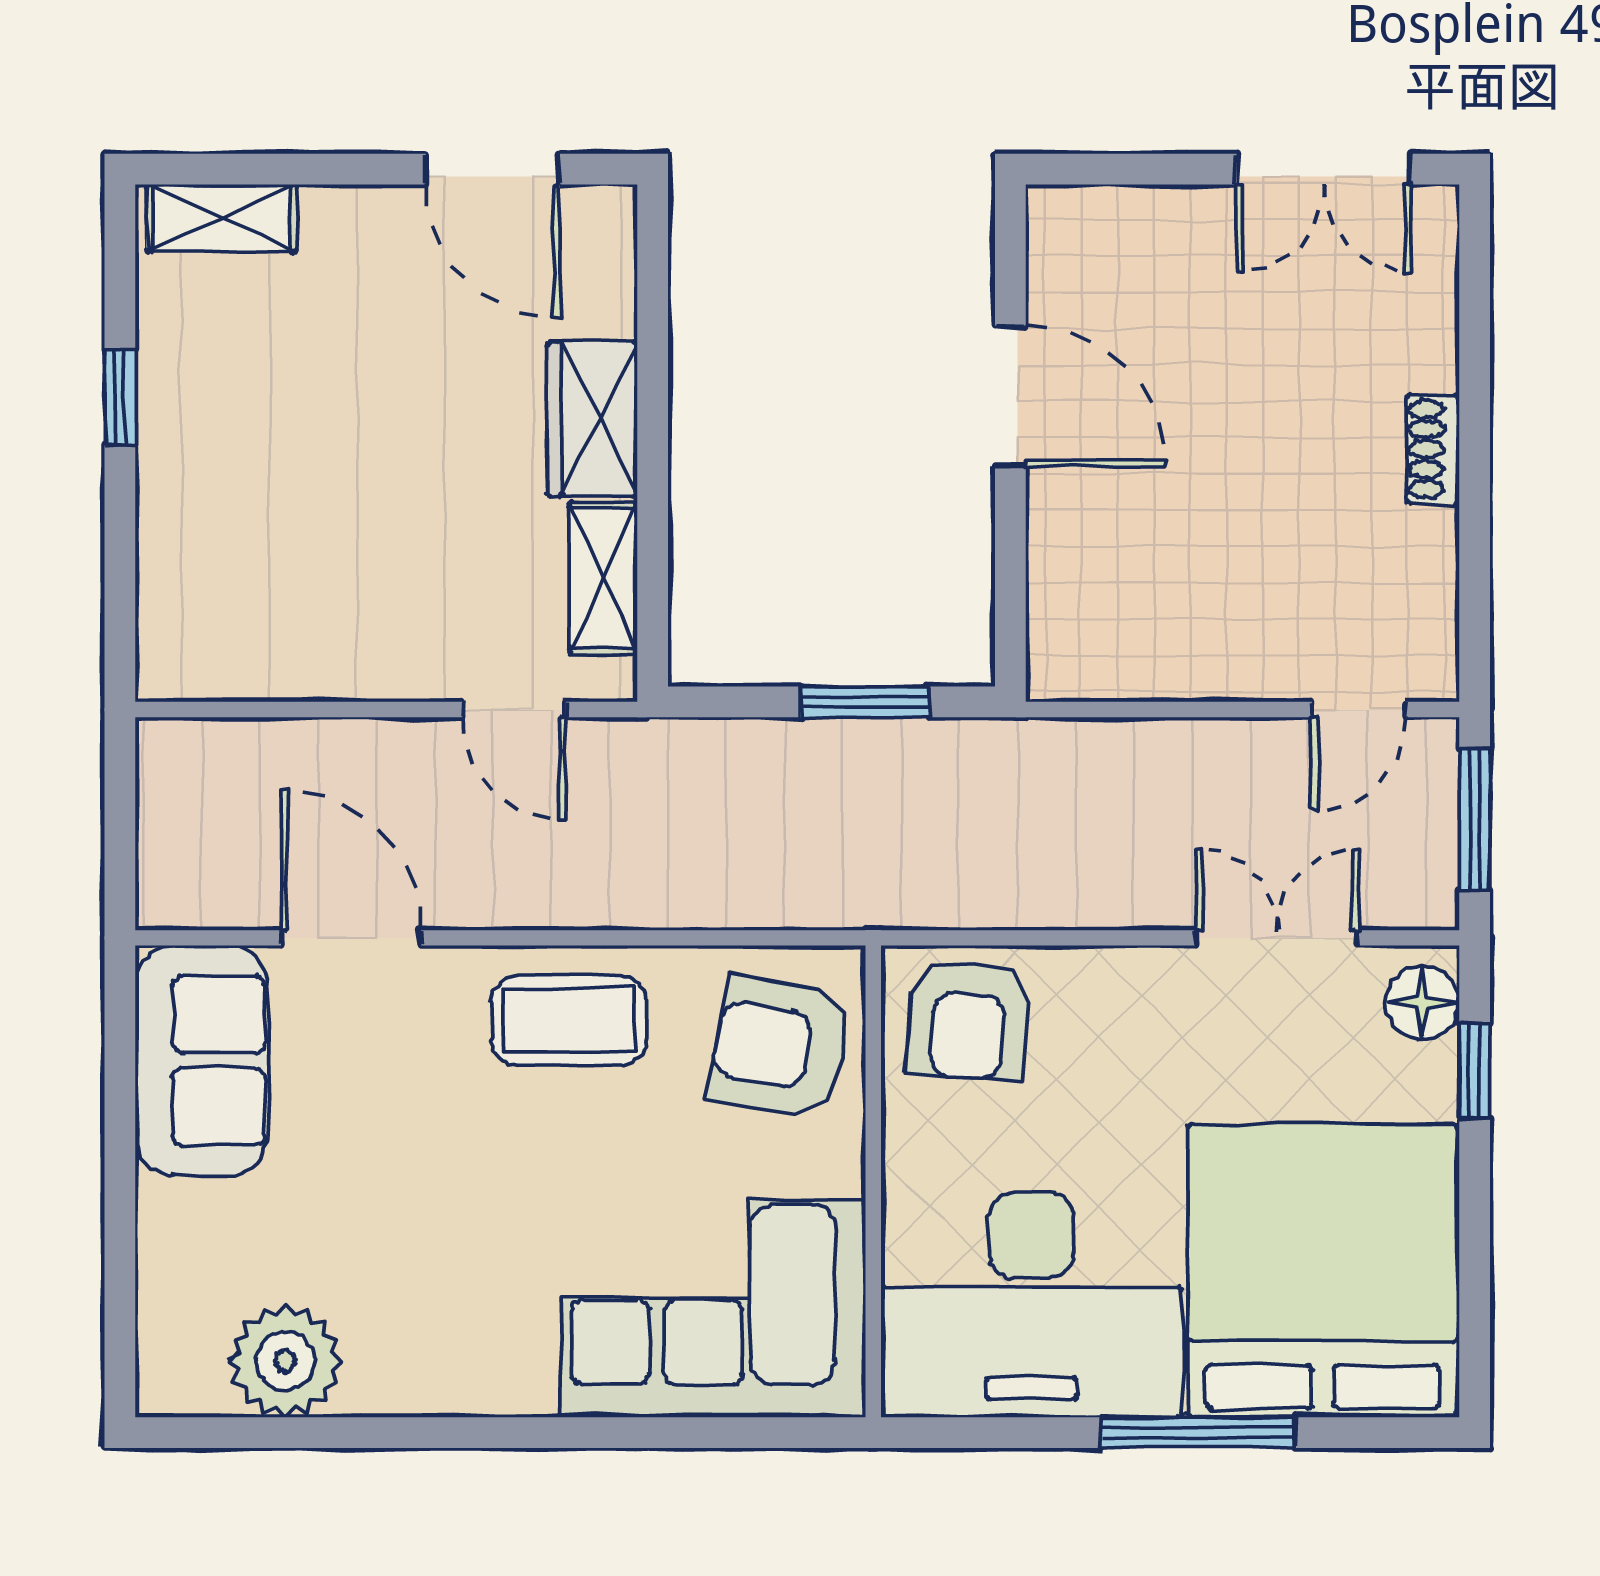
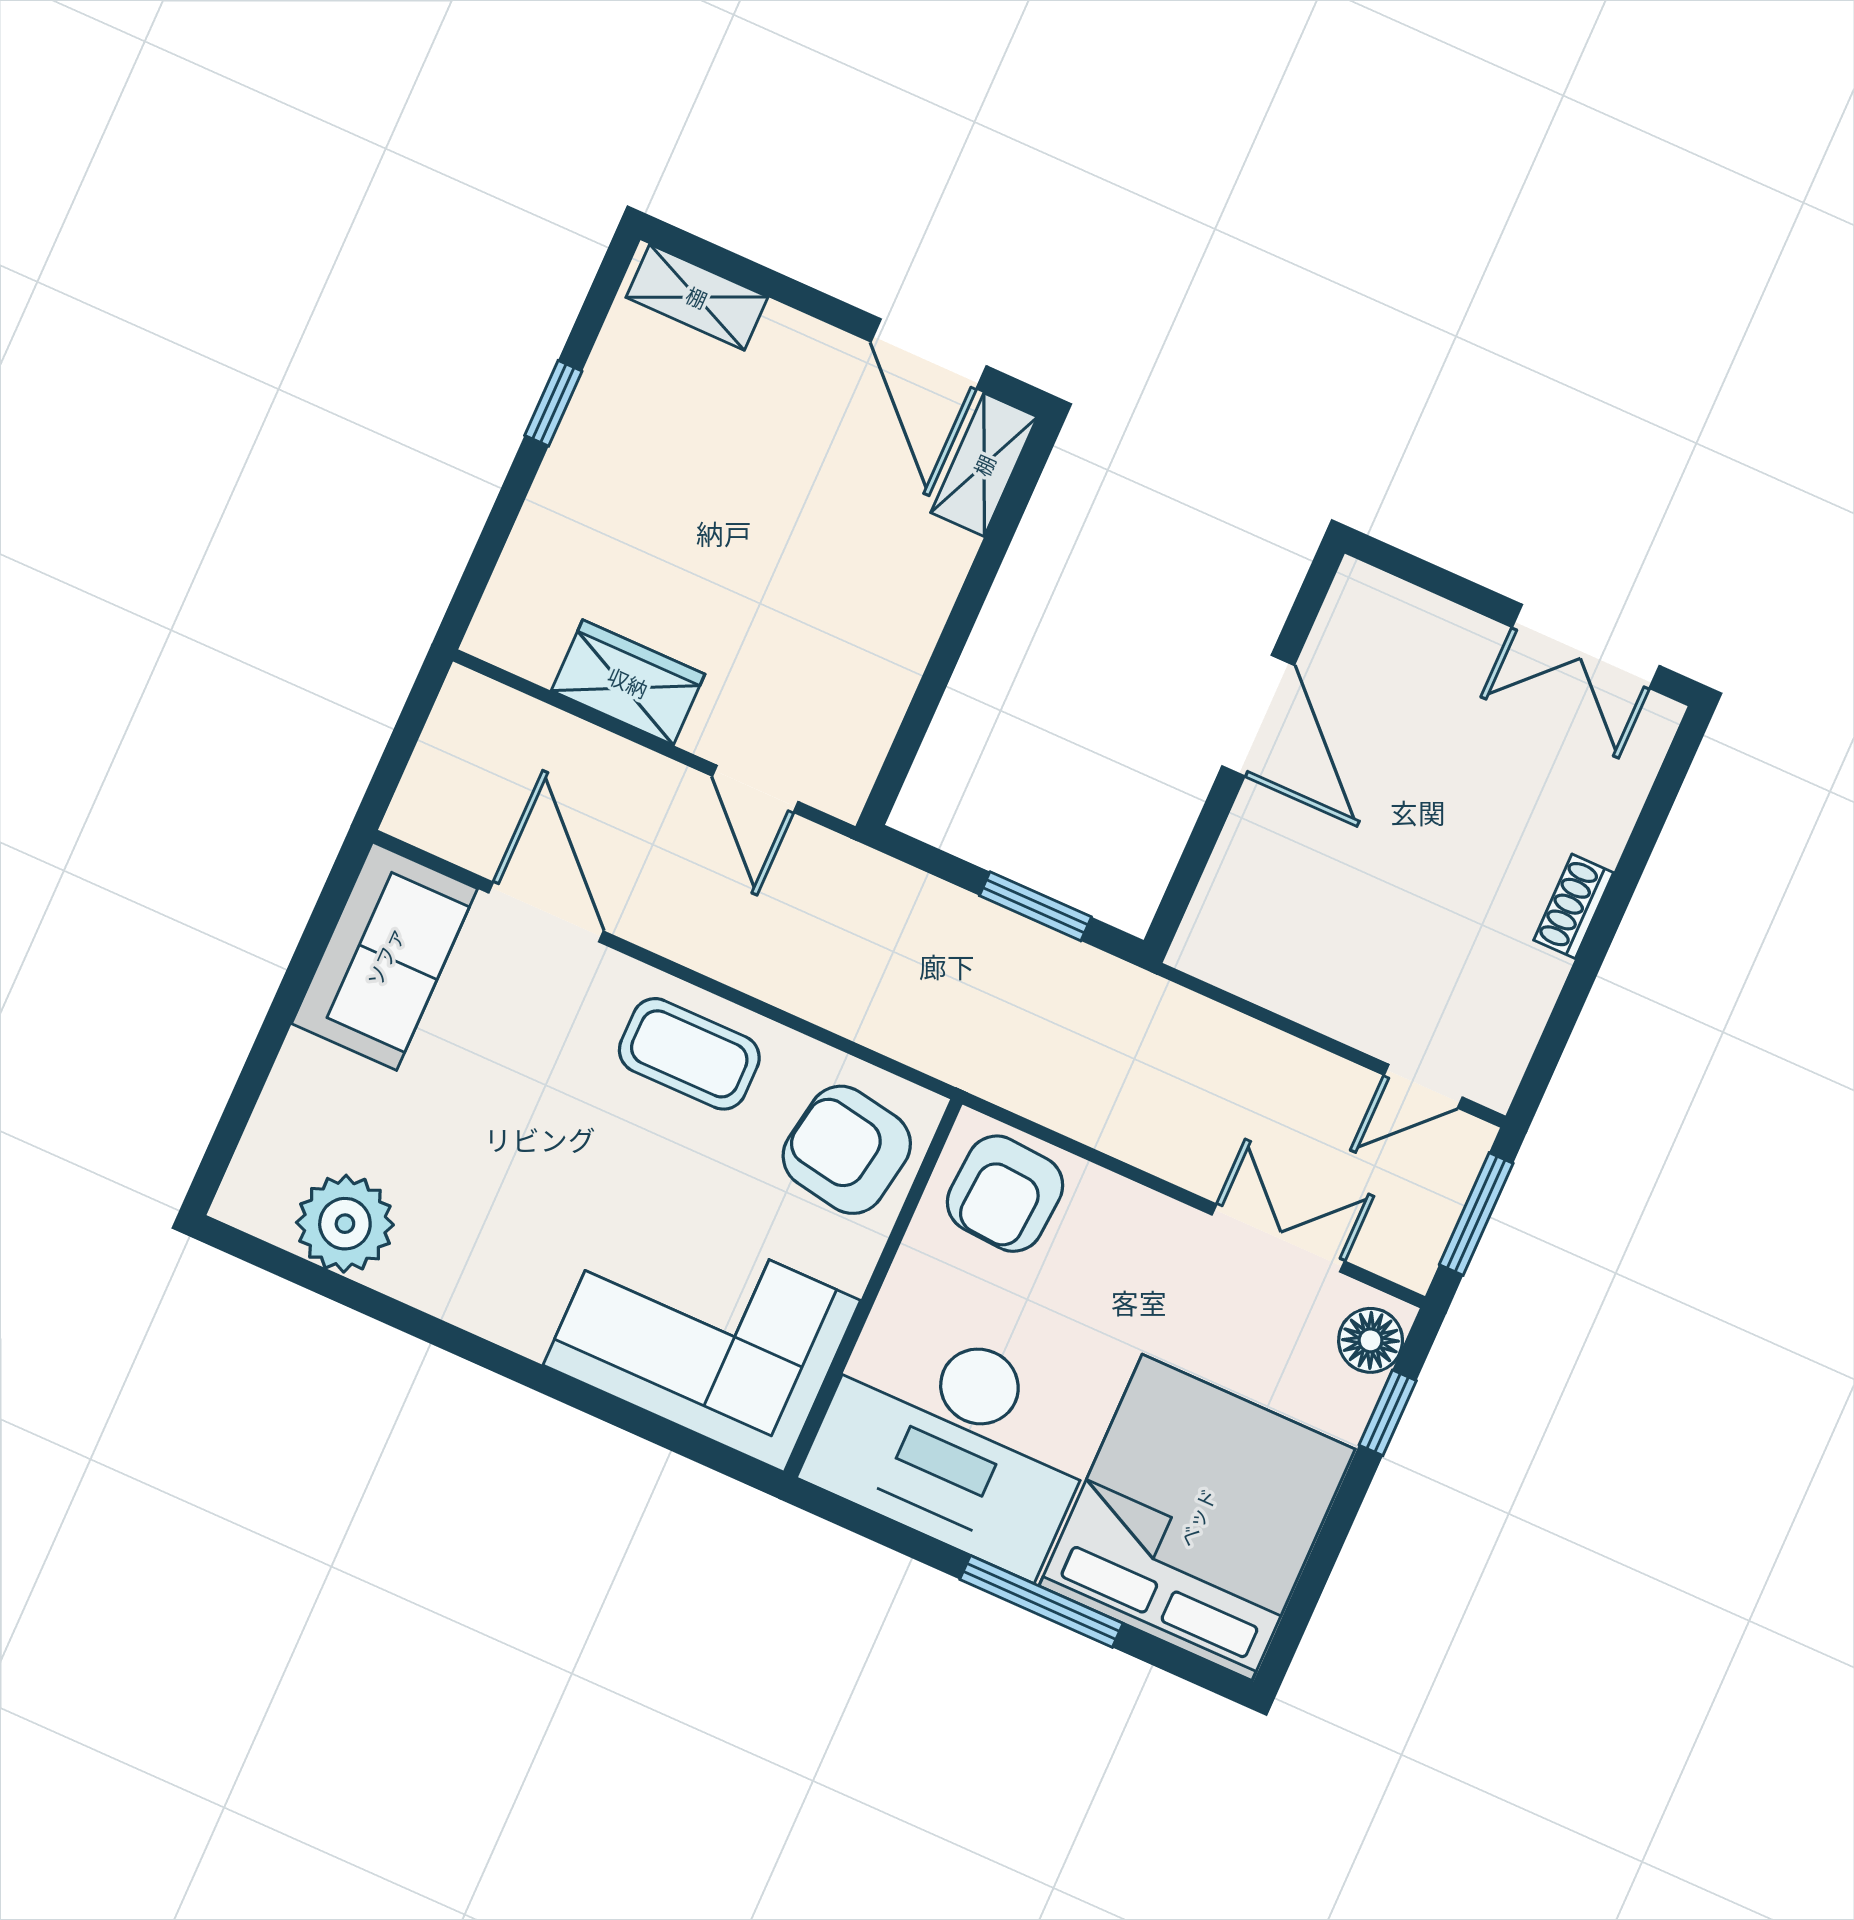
wardrobe: (593, 419) -> (628, 682), moved, turned 90
shelving: (603, 578) -> (984, 465), moved

